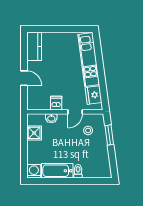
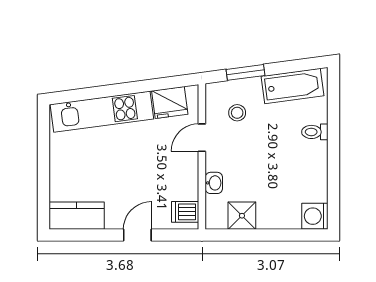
dishwasher: (56, 103) -> (185, 212), moved
door: (75, 112) -> (202, 138), swing flipped
bathtub: (57, 171) -> (293, 86), moved, turned -98

